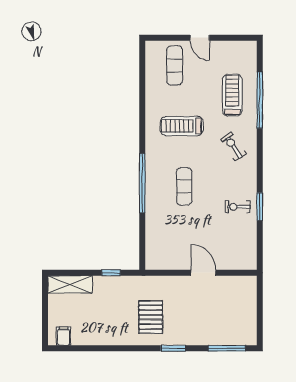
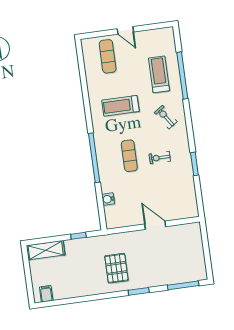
exercise bike: (238, 207) -> (160, 158), moved
water cooler: (152, 234) -> (108, 199), added

